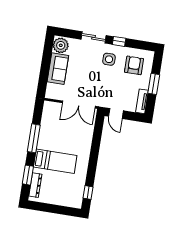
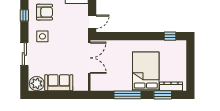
window: (119, 41) -> (24, 15), moved
armchair: (134, 65) -> (44, 12), turned 180
bed: (55, 161) -> (146, 71), width x1.50

